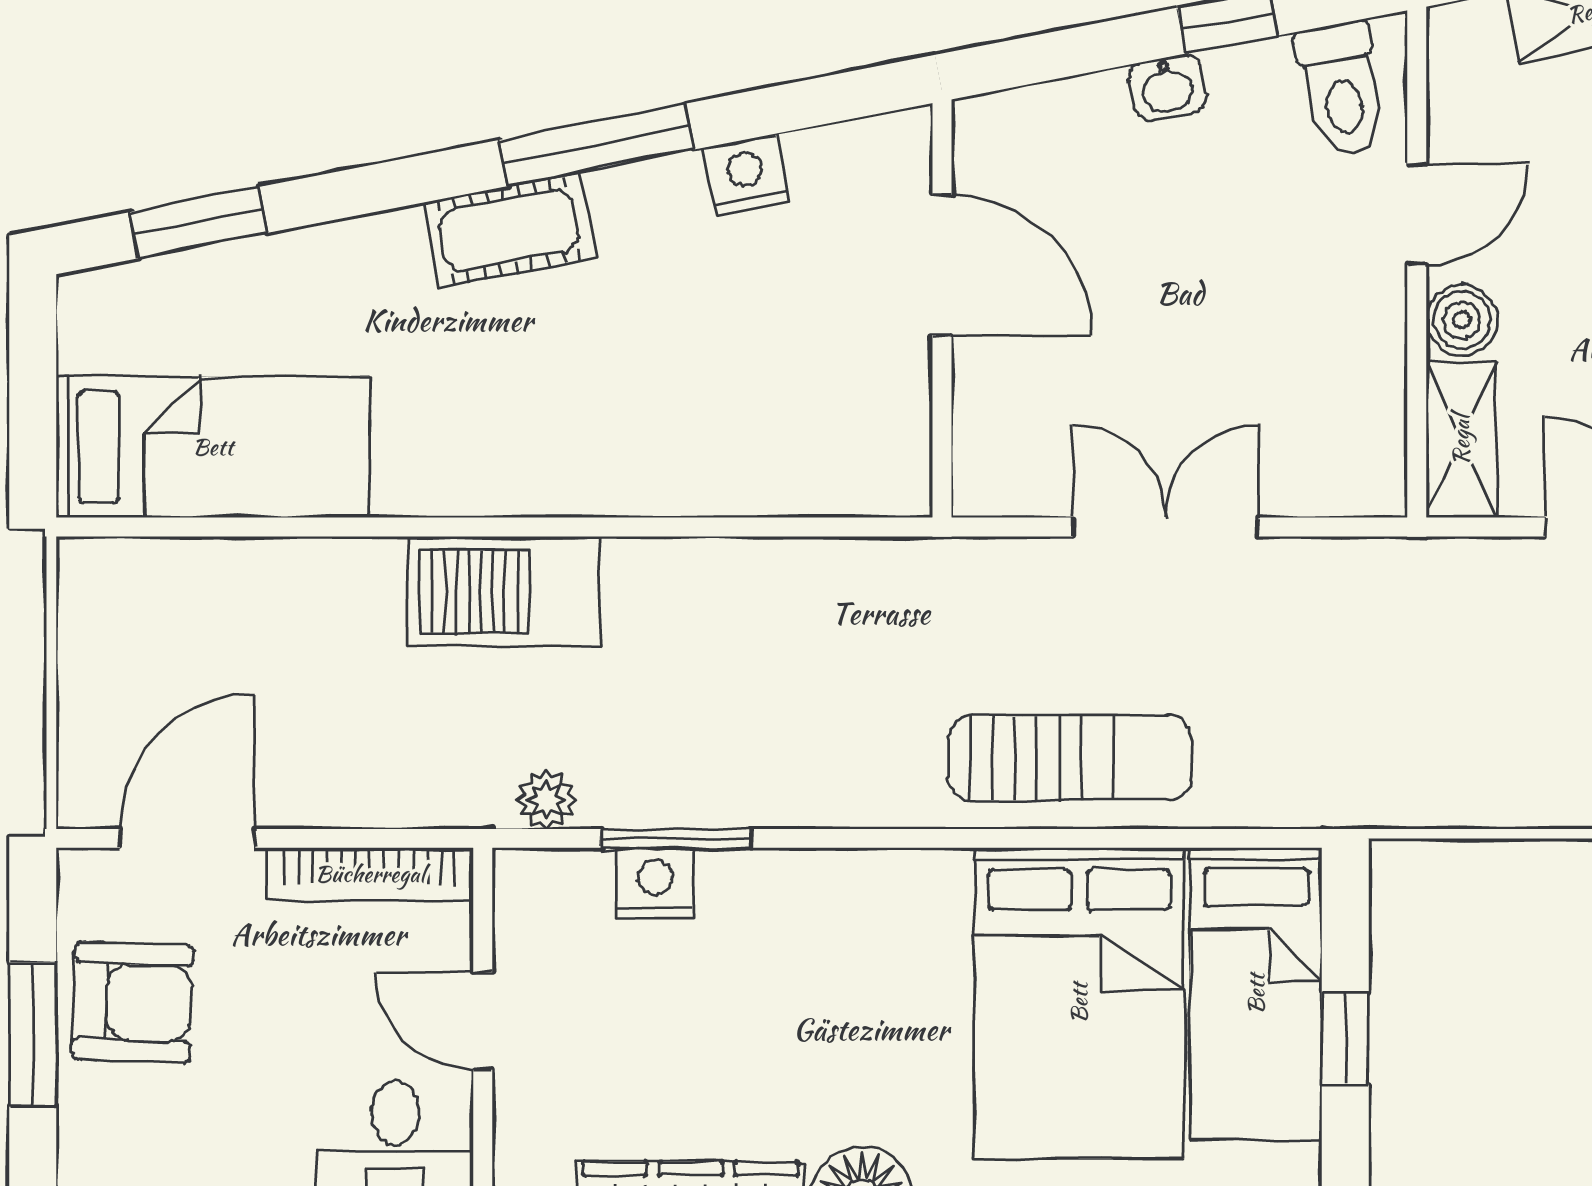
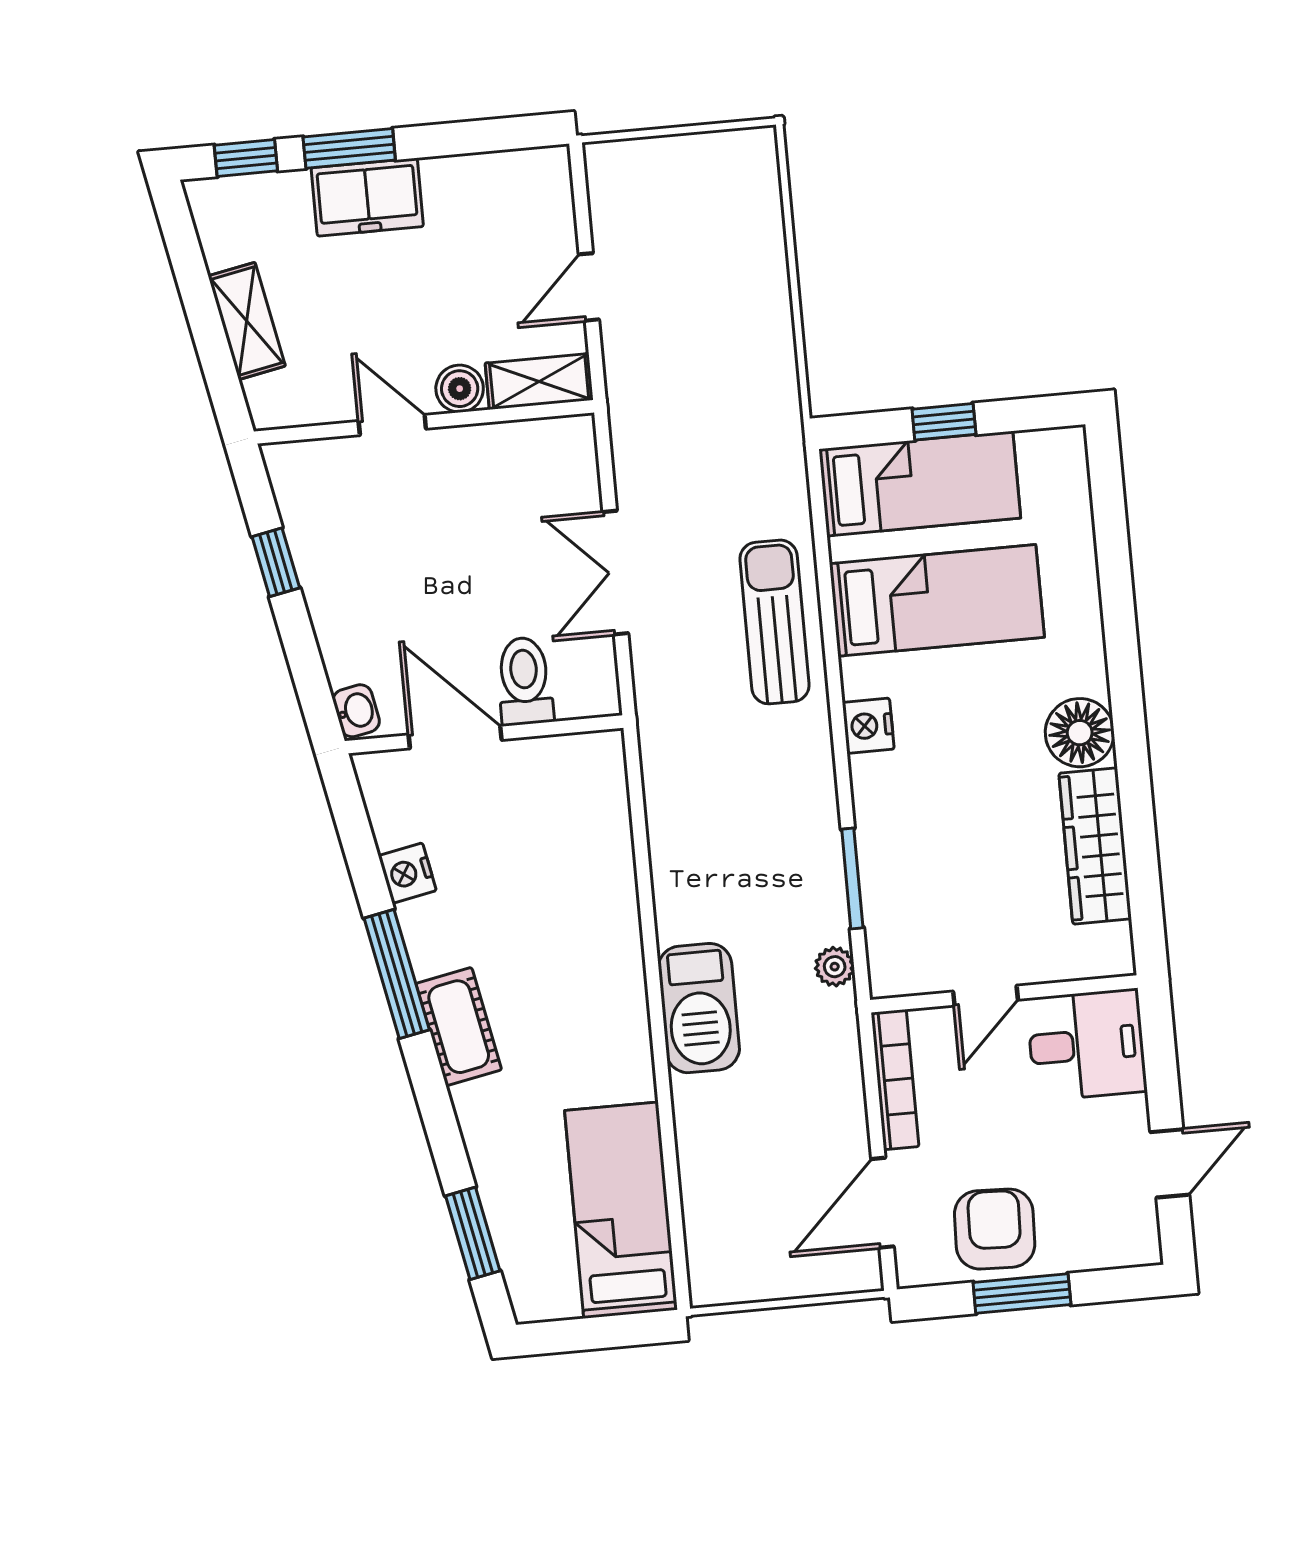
washbasin: (1167, 87) -> (356, 711), moved
toilet: (1341, 89) -> (525, 681), moved, turned -79
door: (942, 265) -> (455, 737), hinge flipped
door: (188, 838) -> (882, 1203), hinge flipped
nightstand: (655, 883) -> (868, 726), moved
bed: (1079, 1003) -> (937, 600), width x0.67

